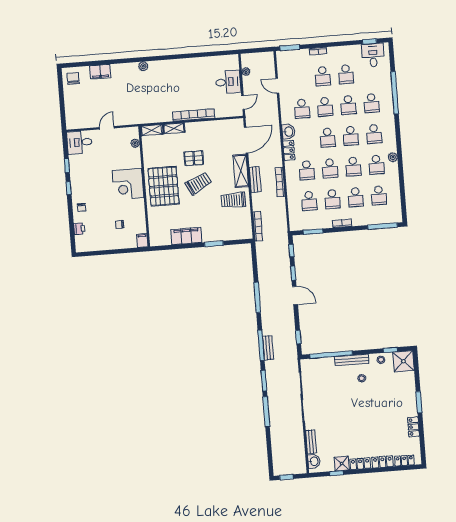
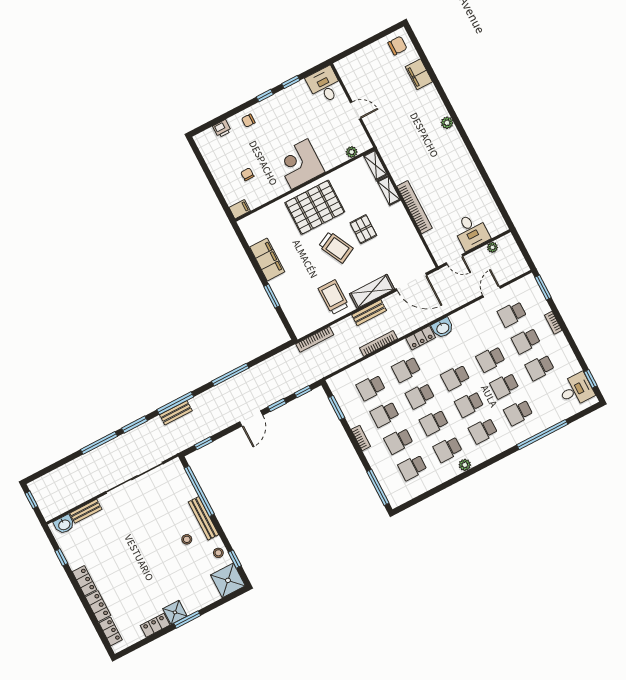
school desk: (302, 109) -> (512, 314), moved
shower: (342, 464) -> (175, 612), moved

